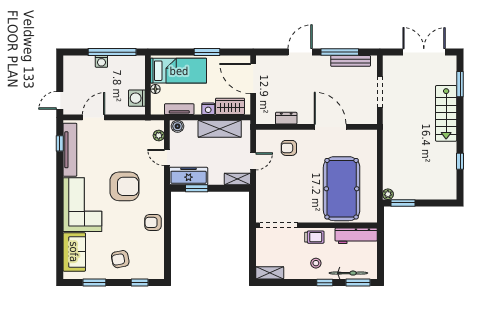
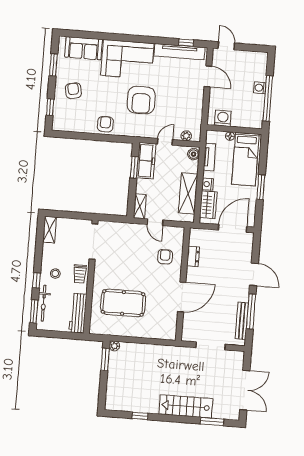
pool table: (342, 189) -> (123, 303), width x0.73, depth x0.76

